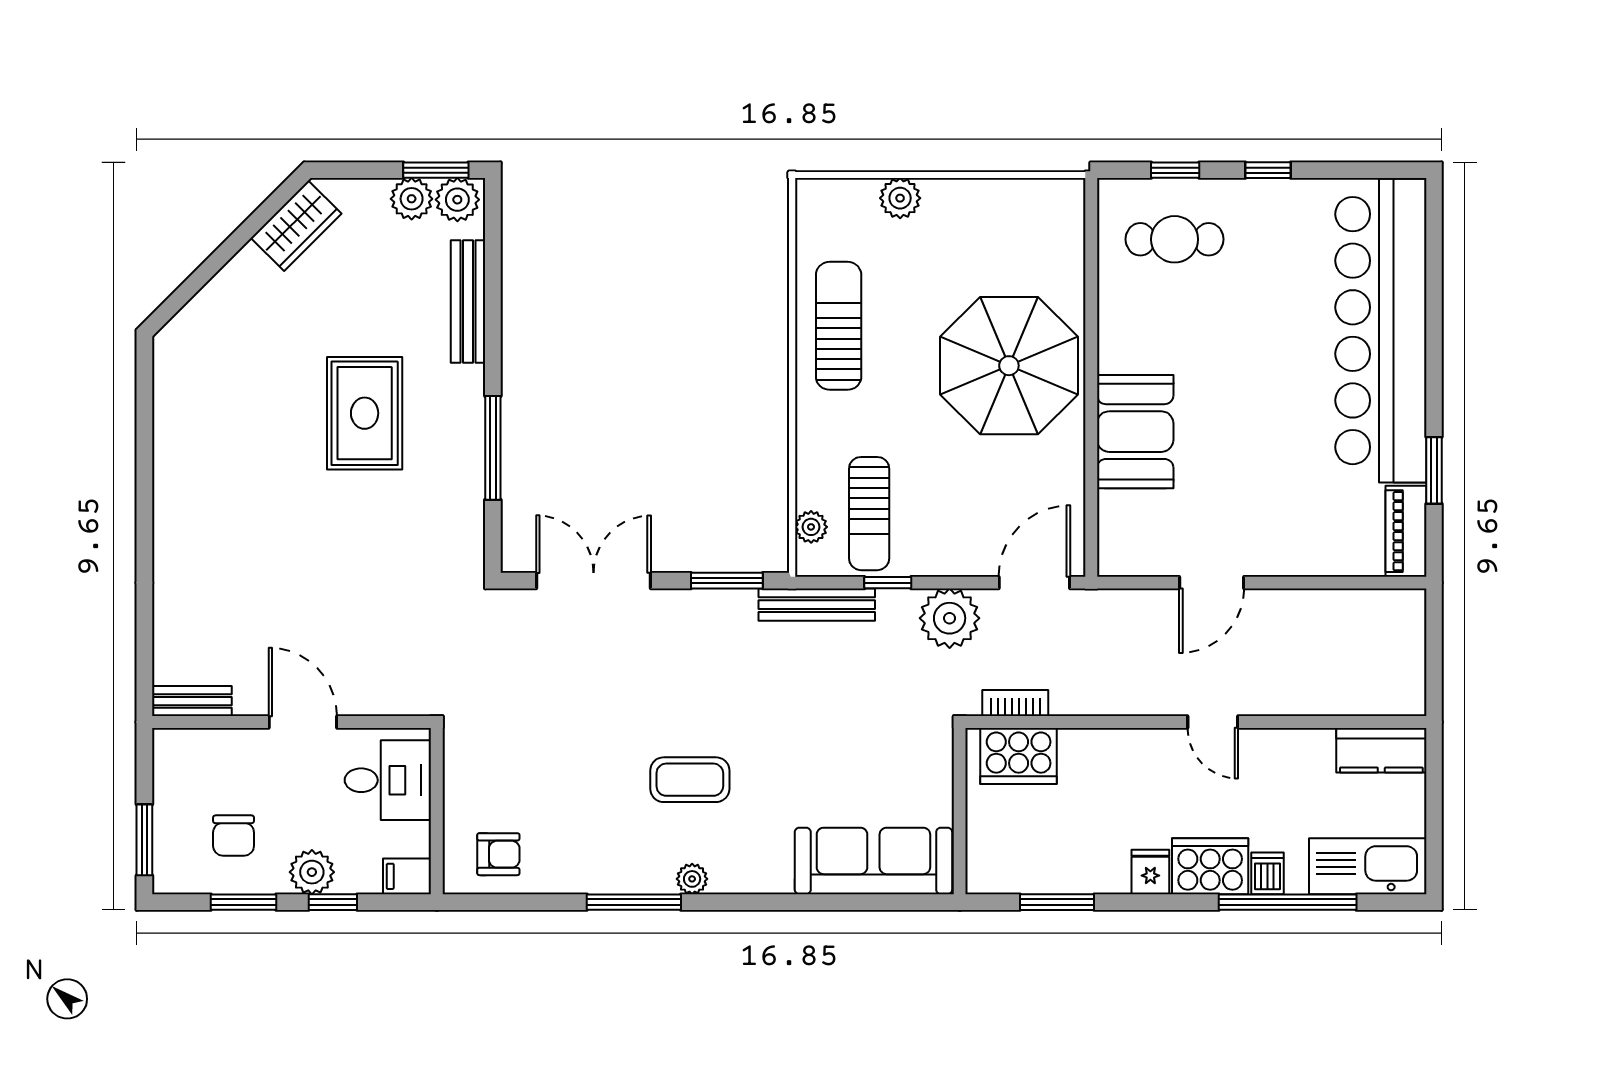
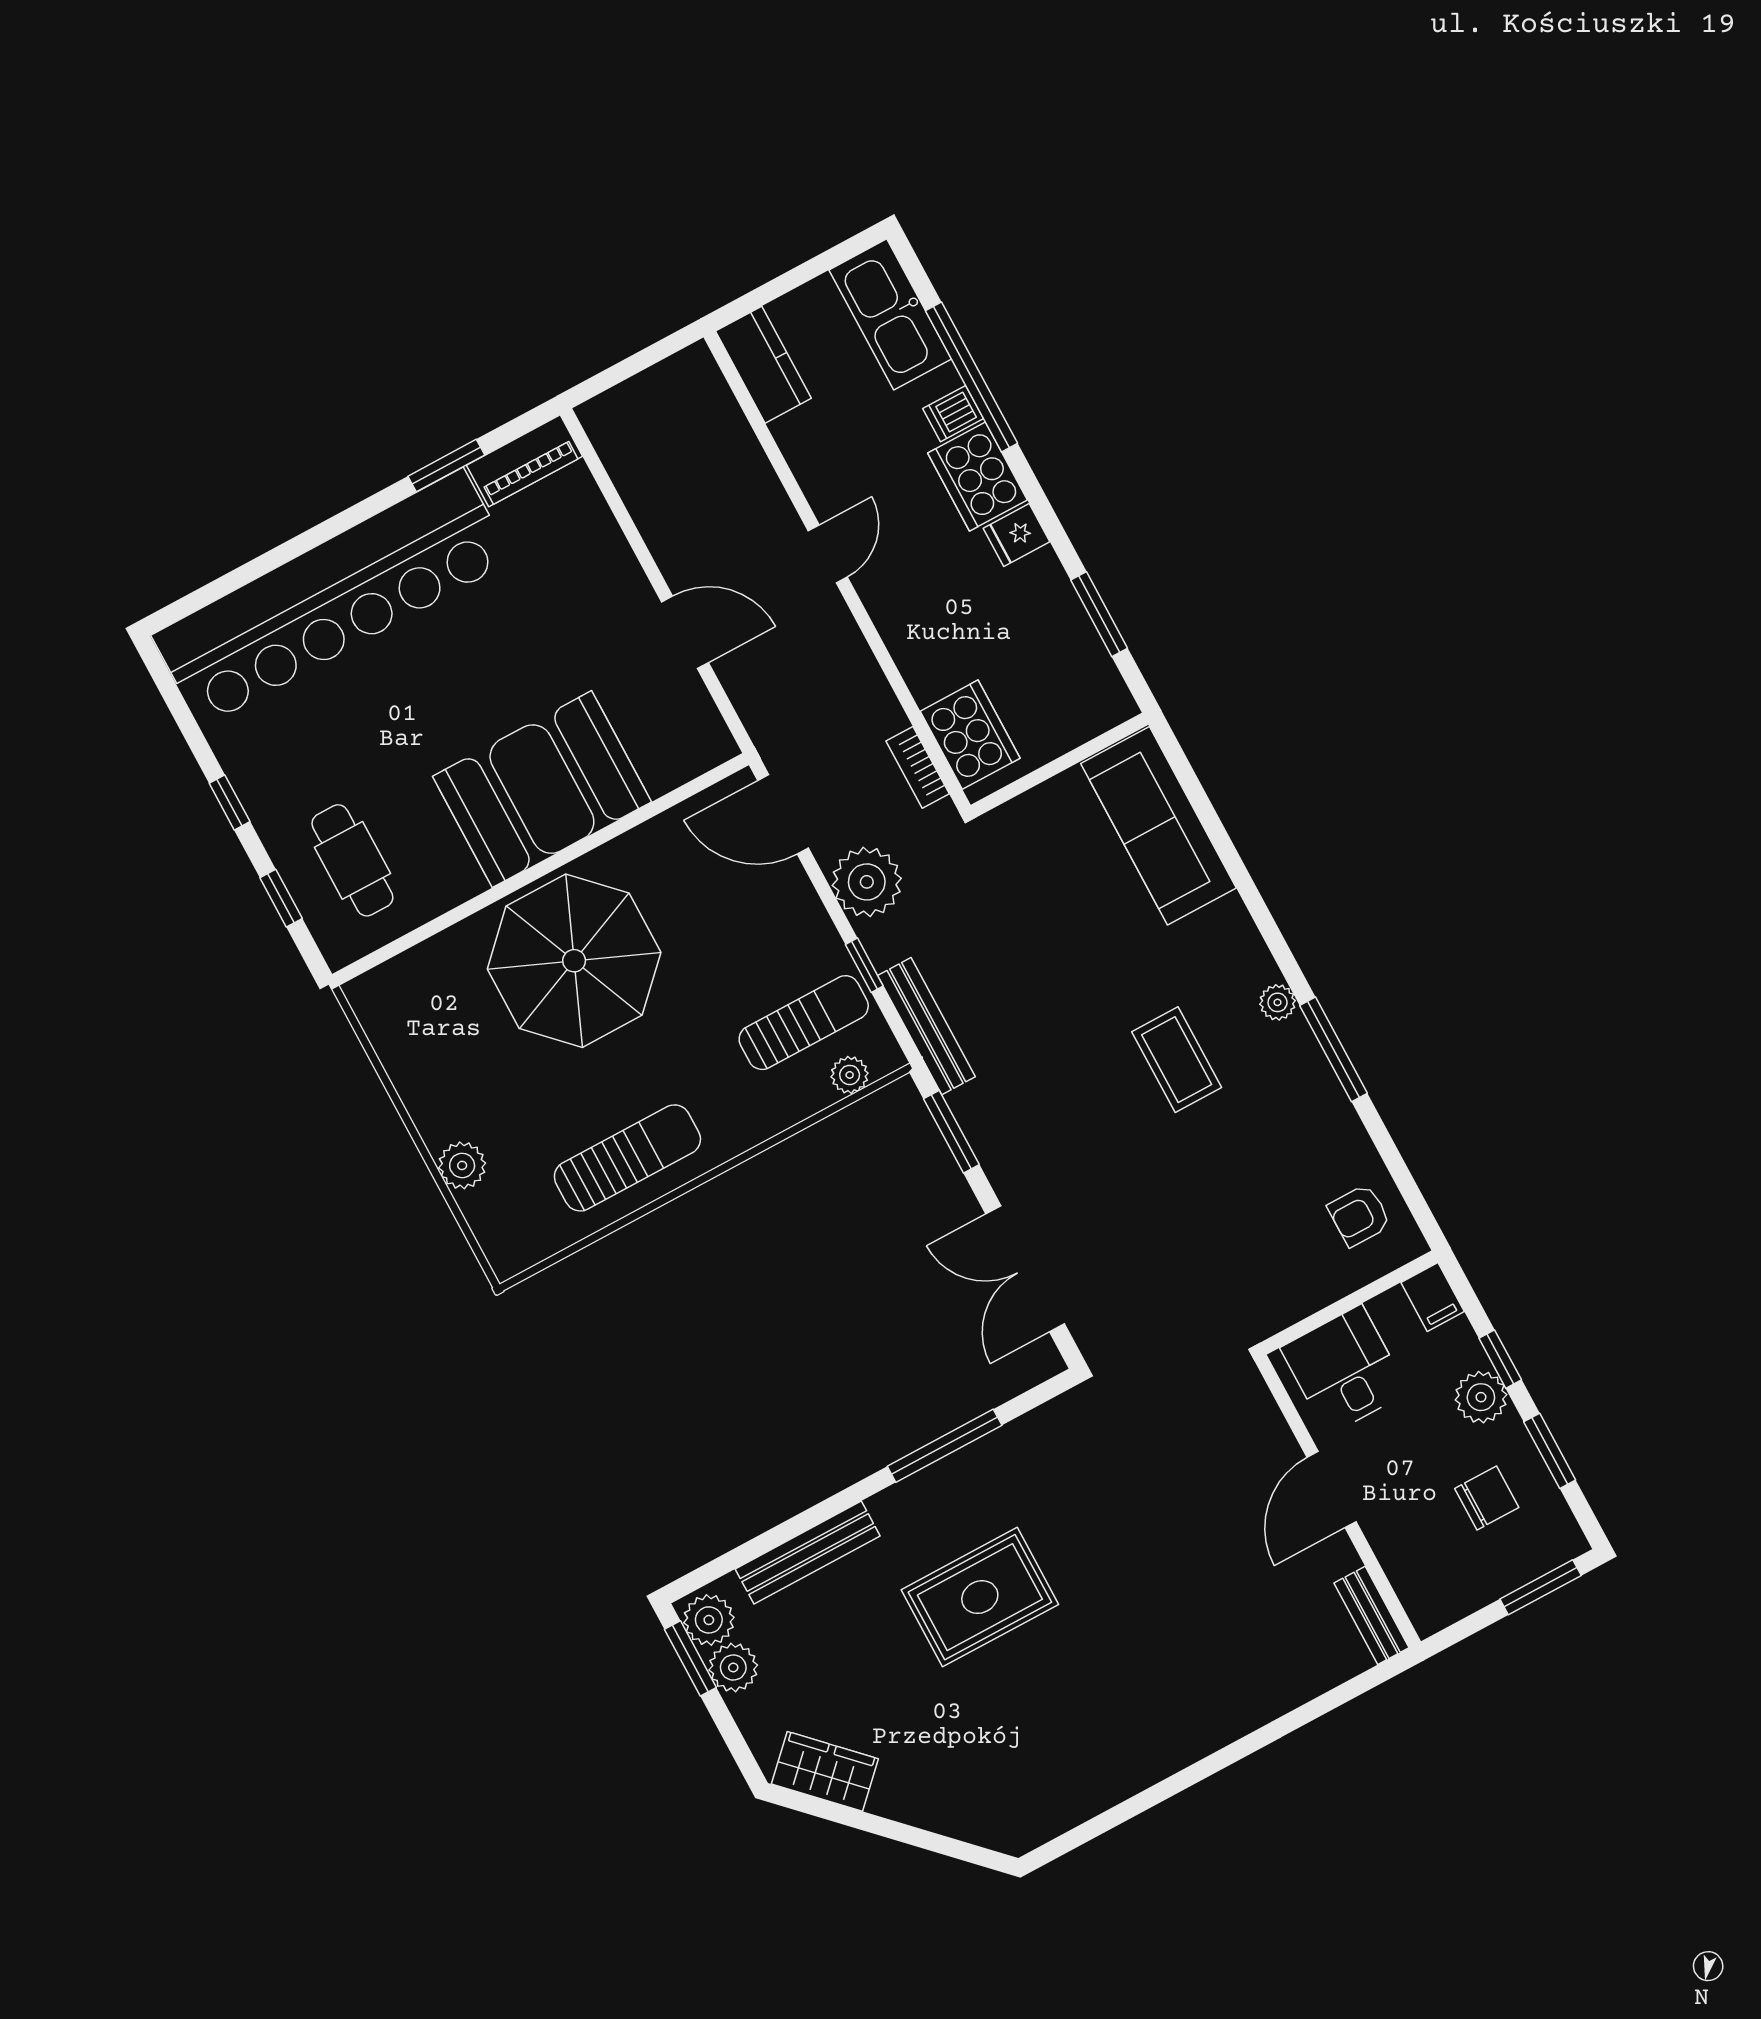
sun lounger: (839, 326) -> (627, 1158), turned 180
booth: (1135, 432) -> (542, 789), width x1.36, depth x1.42
armchair: (498, 854) -> (1359, 1215), turned -90

